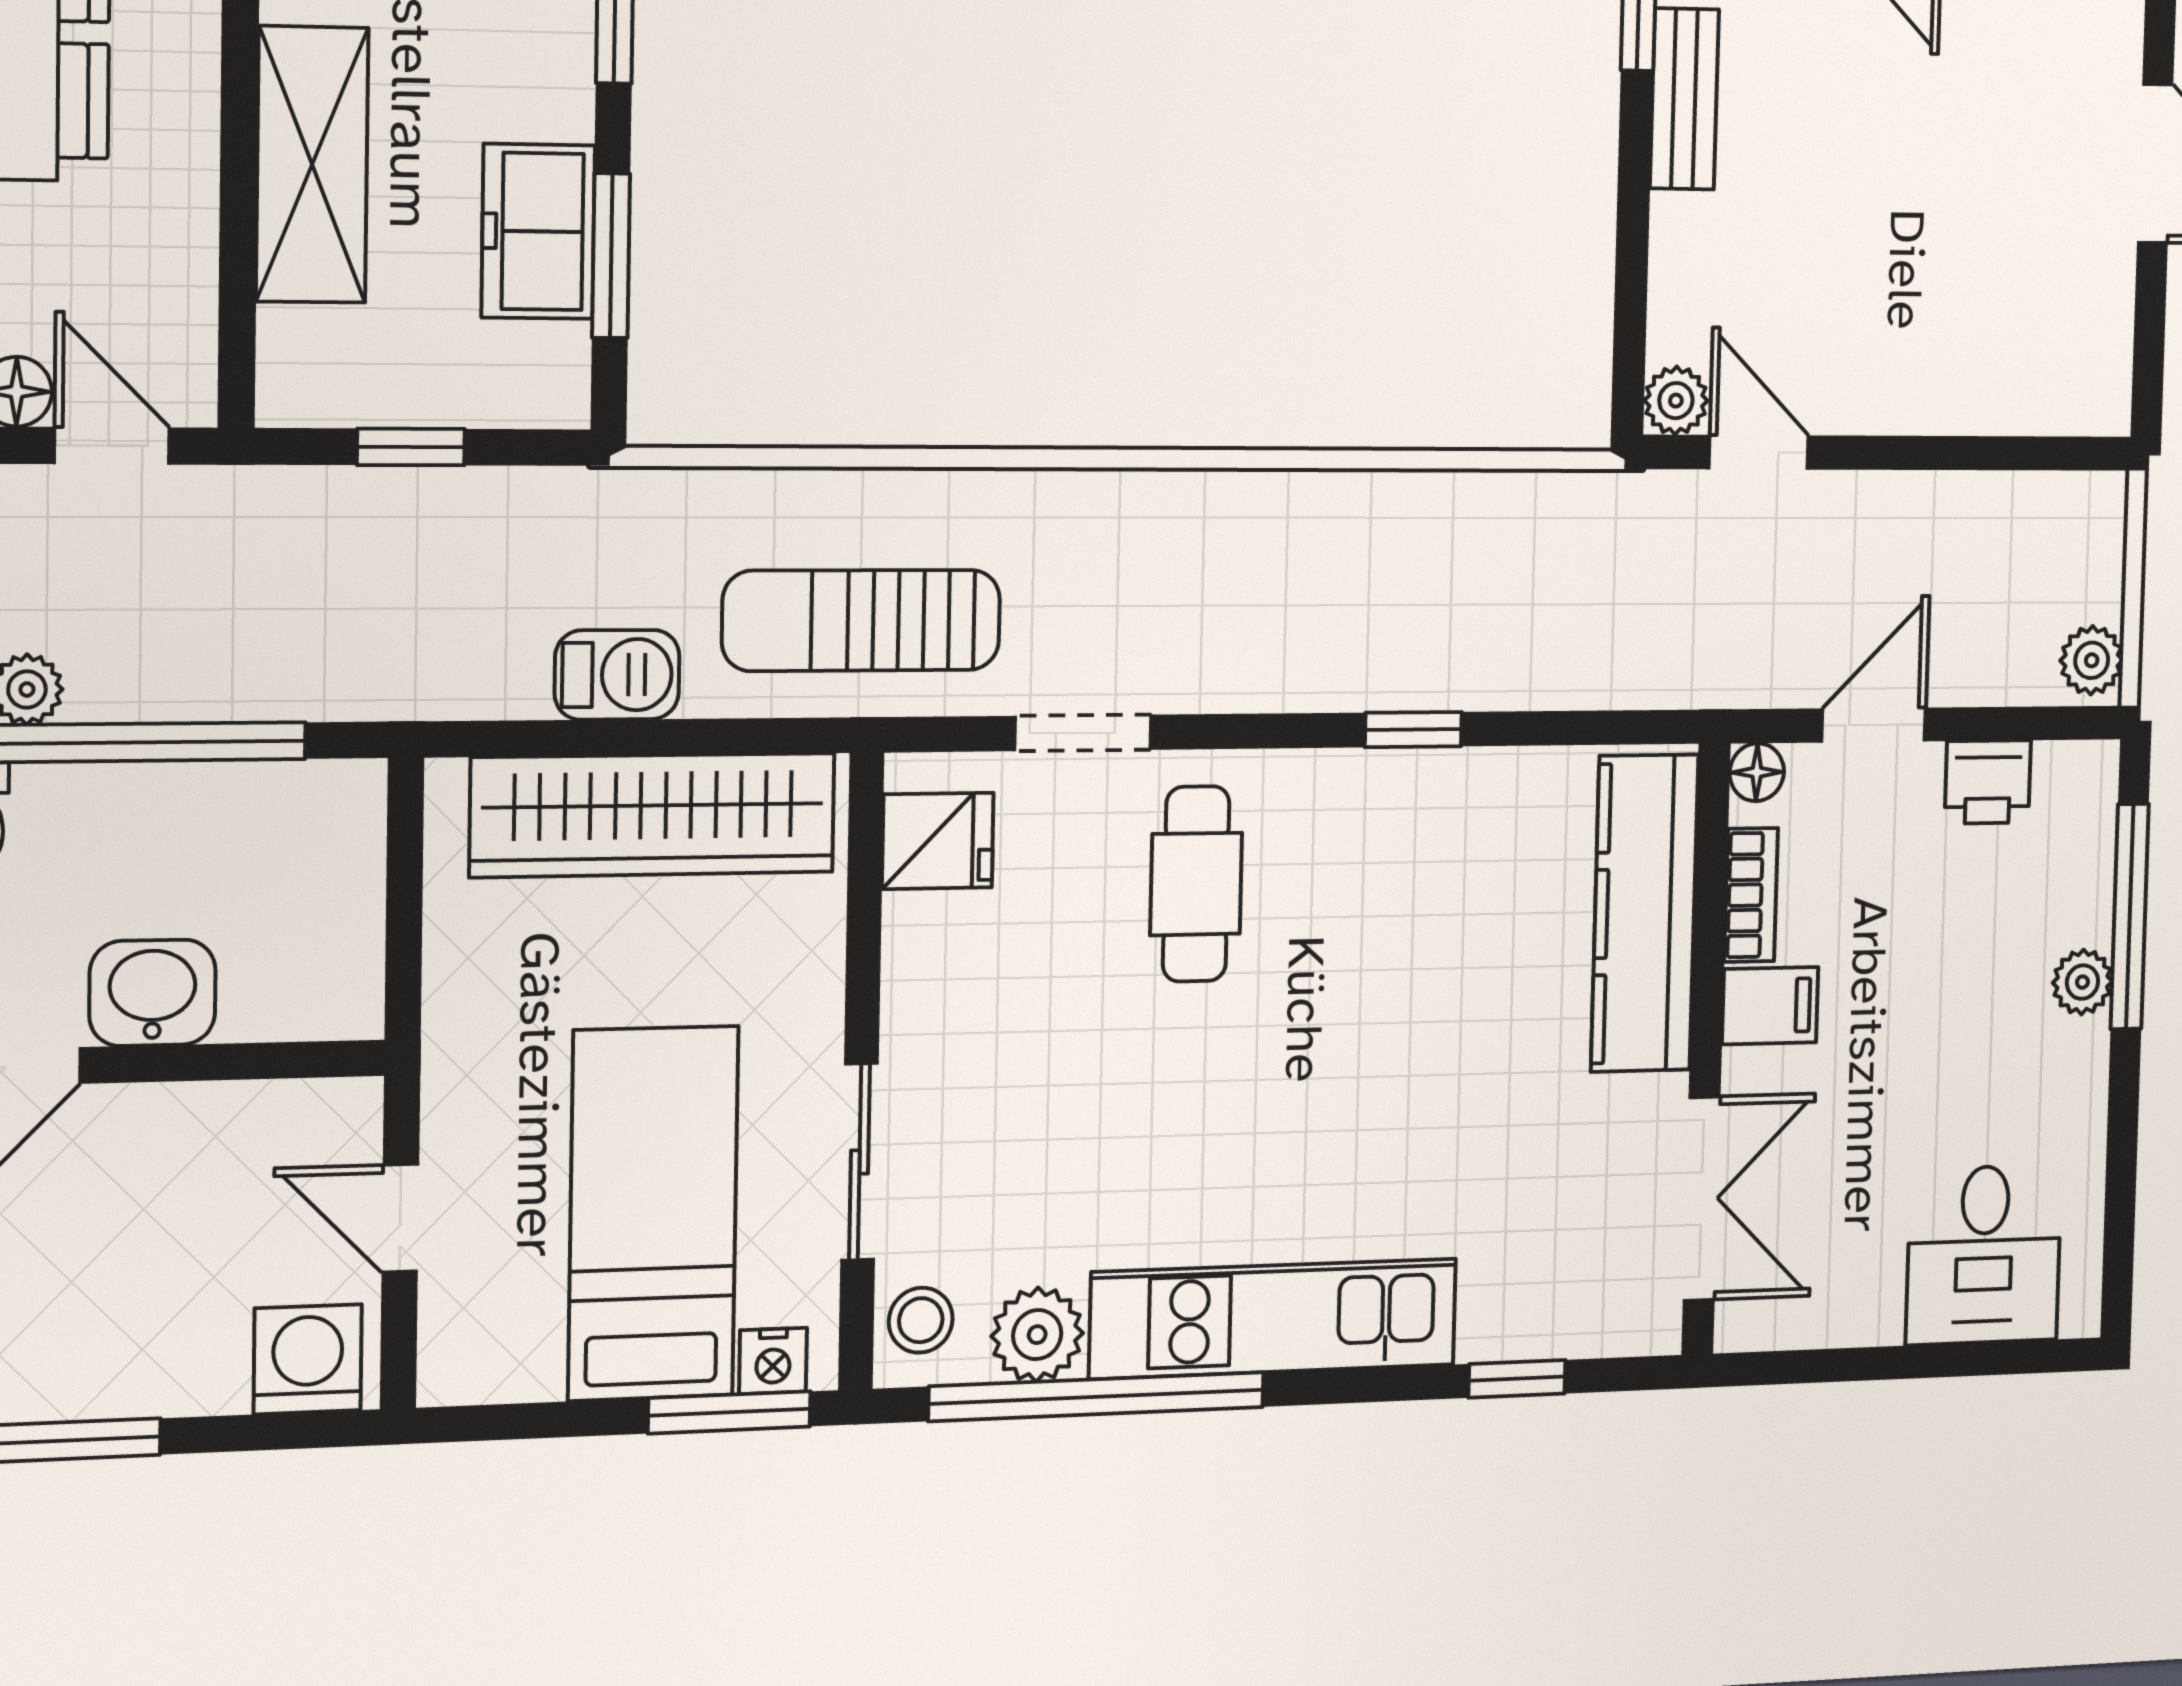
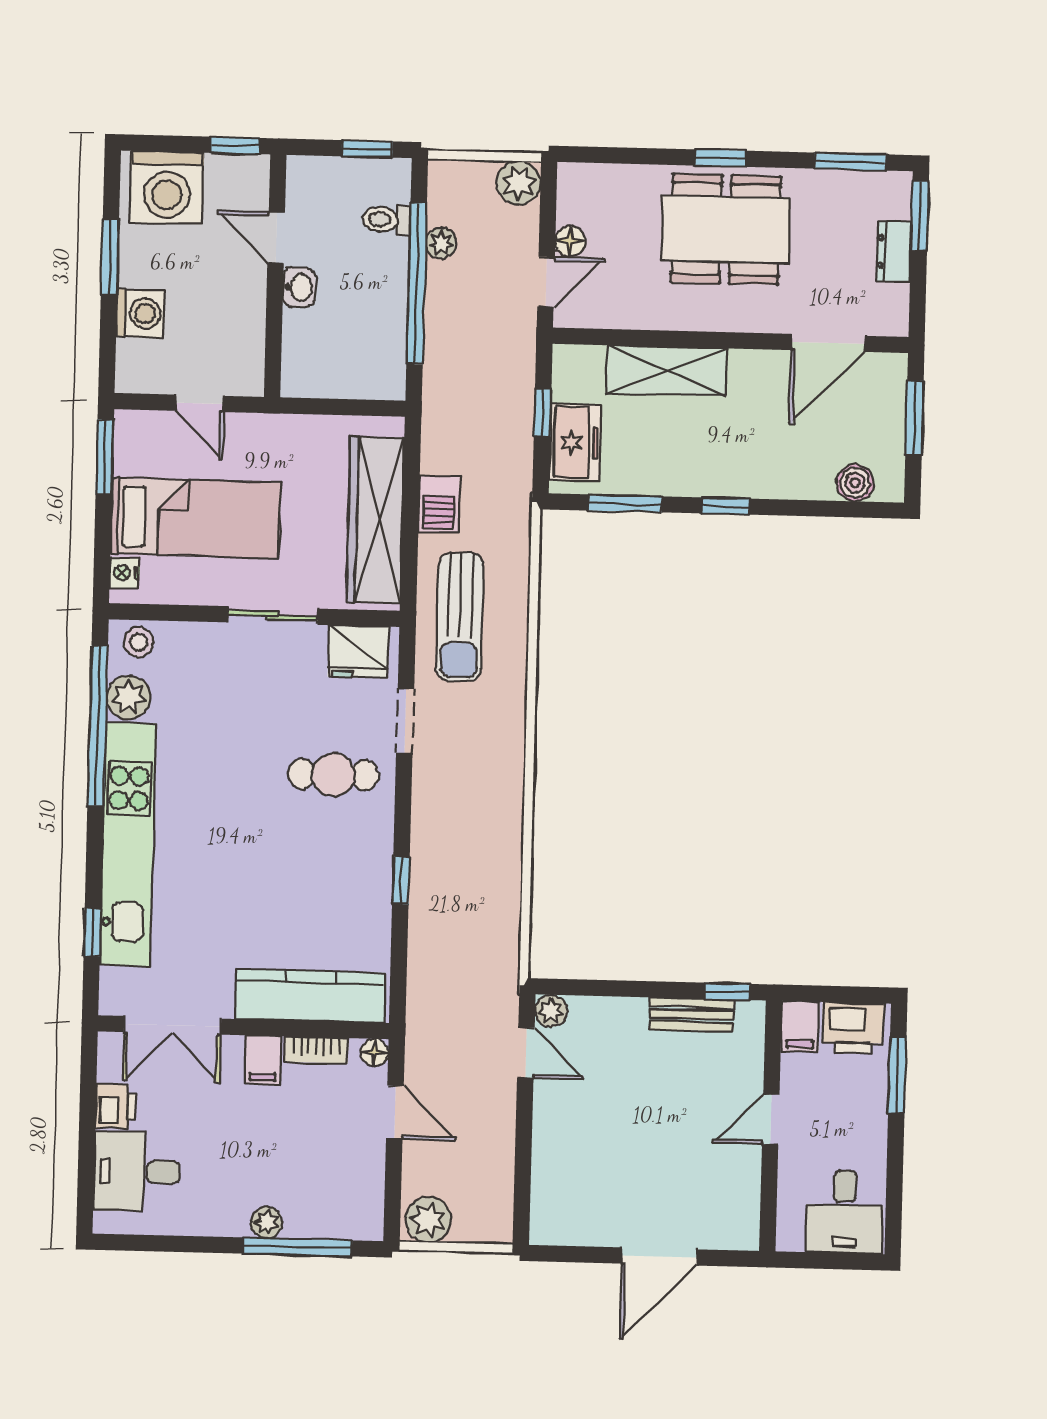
freezer: (538, 231) -> (575, 443), moved, turned 90
door: (1759, 452) -> (526, 1053), hinge flipped
sun lounger: (862, 620) -> (460, 617), turned 180
plant: (2092, 660) -> (428, 1220), width x1.38, depth x1.38
printer: (1988, 782) -> (116, 1106), moved, turned 180
fridge: (938, 841) -> (358, 652), width x1.38
washbasin: (152, 993) -> (299, 287), width x0.72, depth x0.69
sliding door: (860, 1162) -> (273, 615), moved
door: (400, 1218) -> (200, 403), swing flipped
kitchen unit: (1274, 1319) -> (128, 844), width x1.36
washing machine: (308, 1359) -> (140, 313), moved
window: (729, 1412) -> (105, 457), moved

